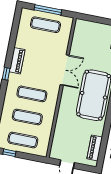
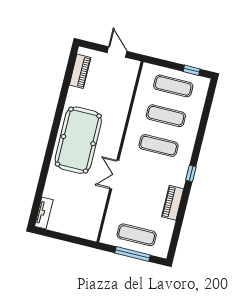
piano: (17, 61) -> (173, 203), moved
double door: (65, 70) -> (114, 175), width x0.73

